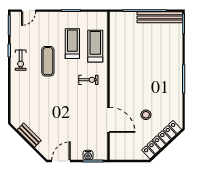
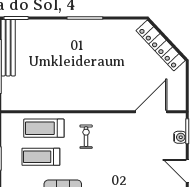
stool: (146, 115) -> (130, 65), removed
door: (108, 120) -> (151, 112), moved

